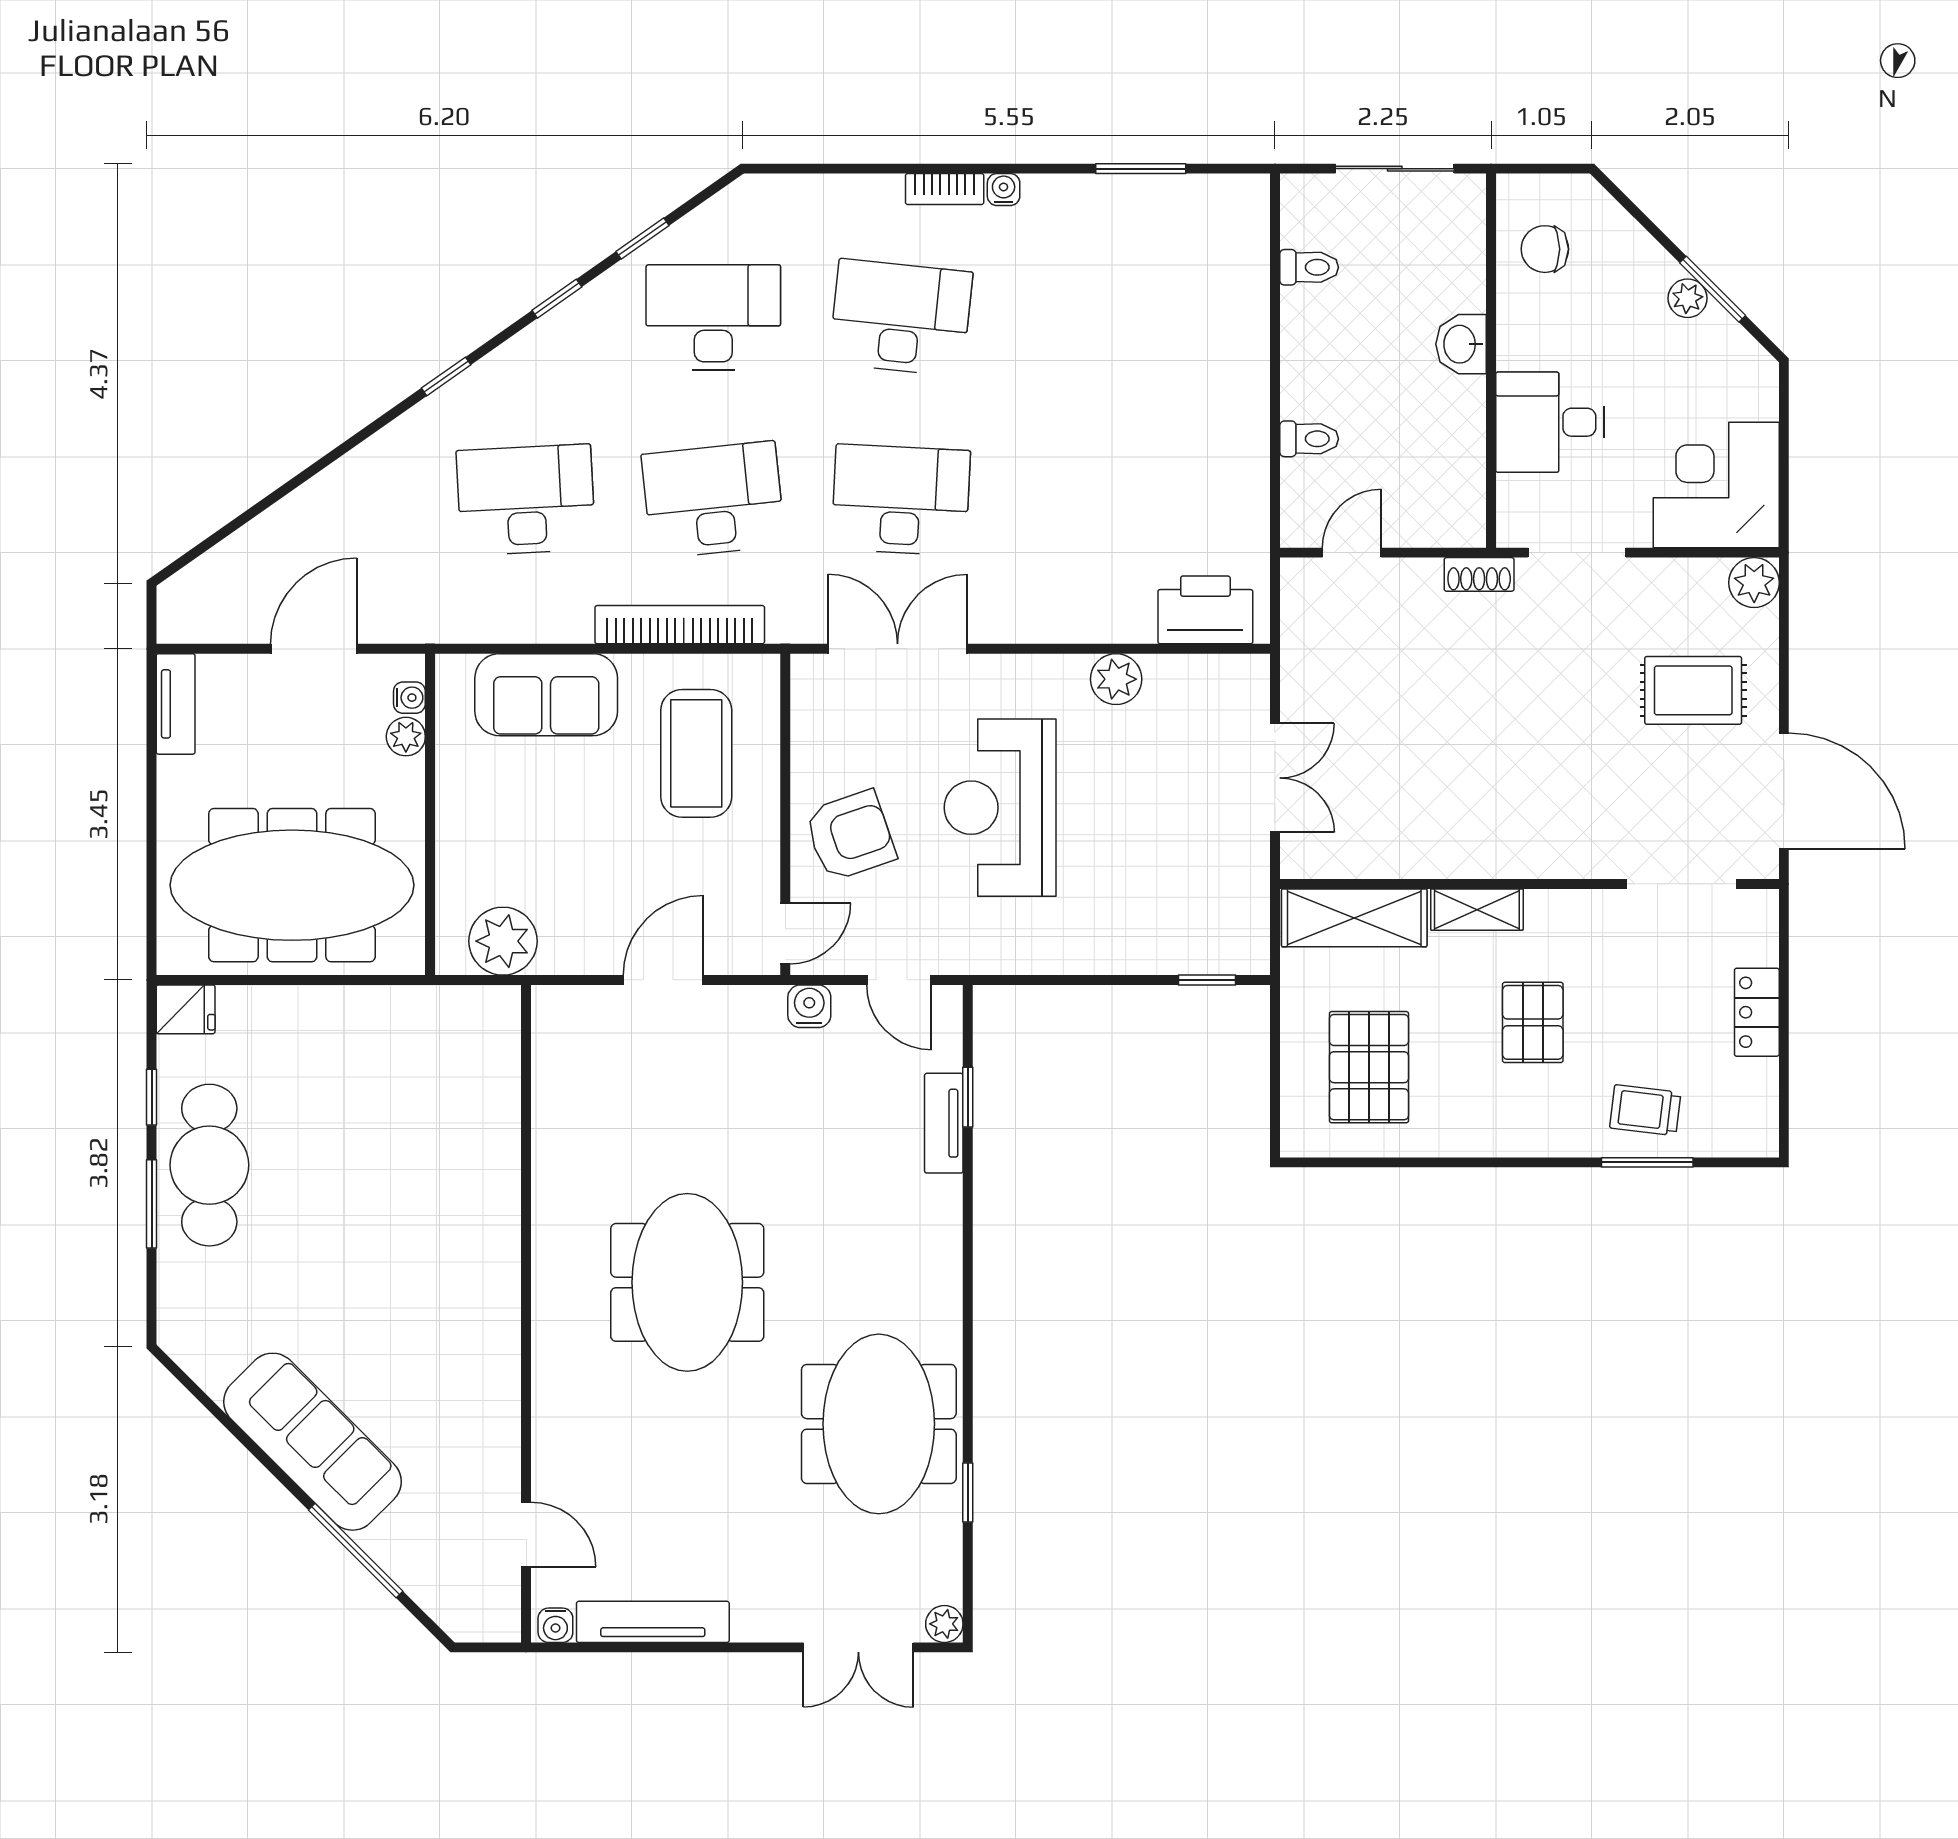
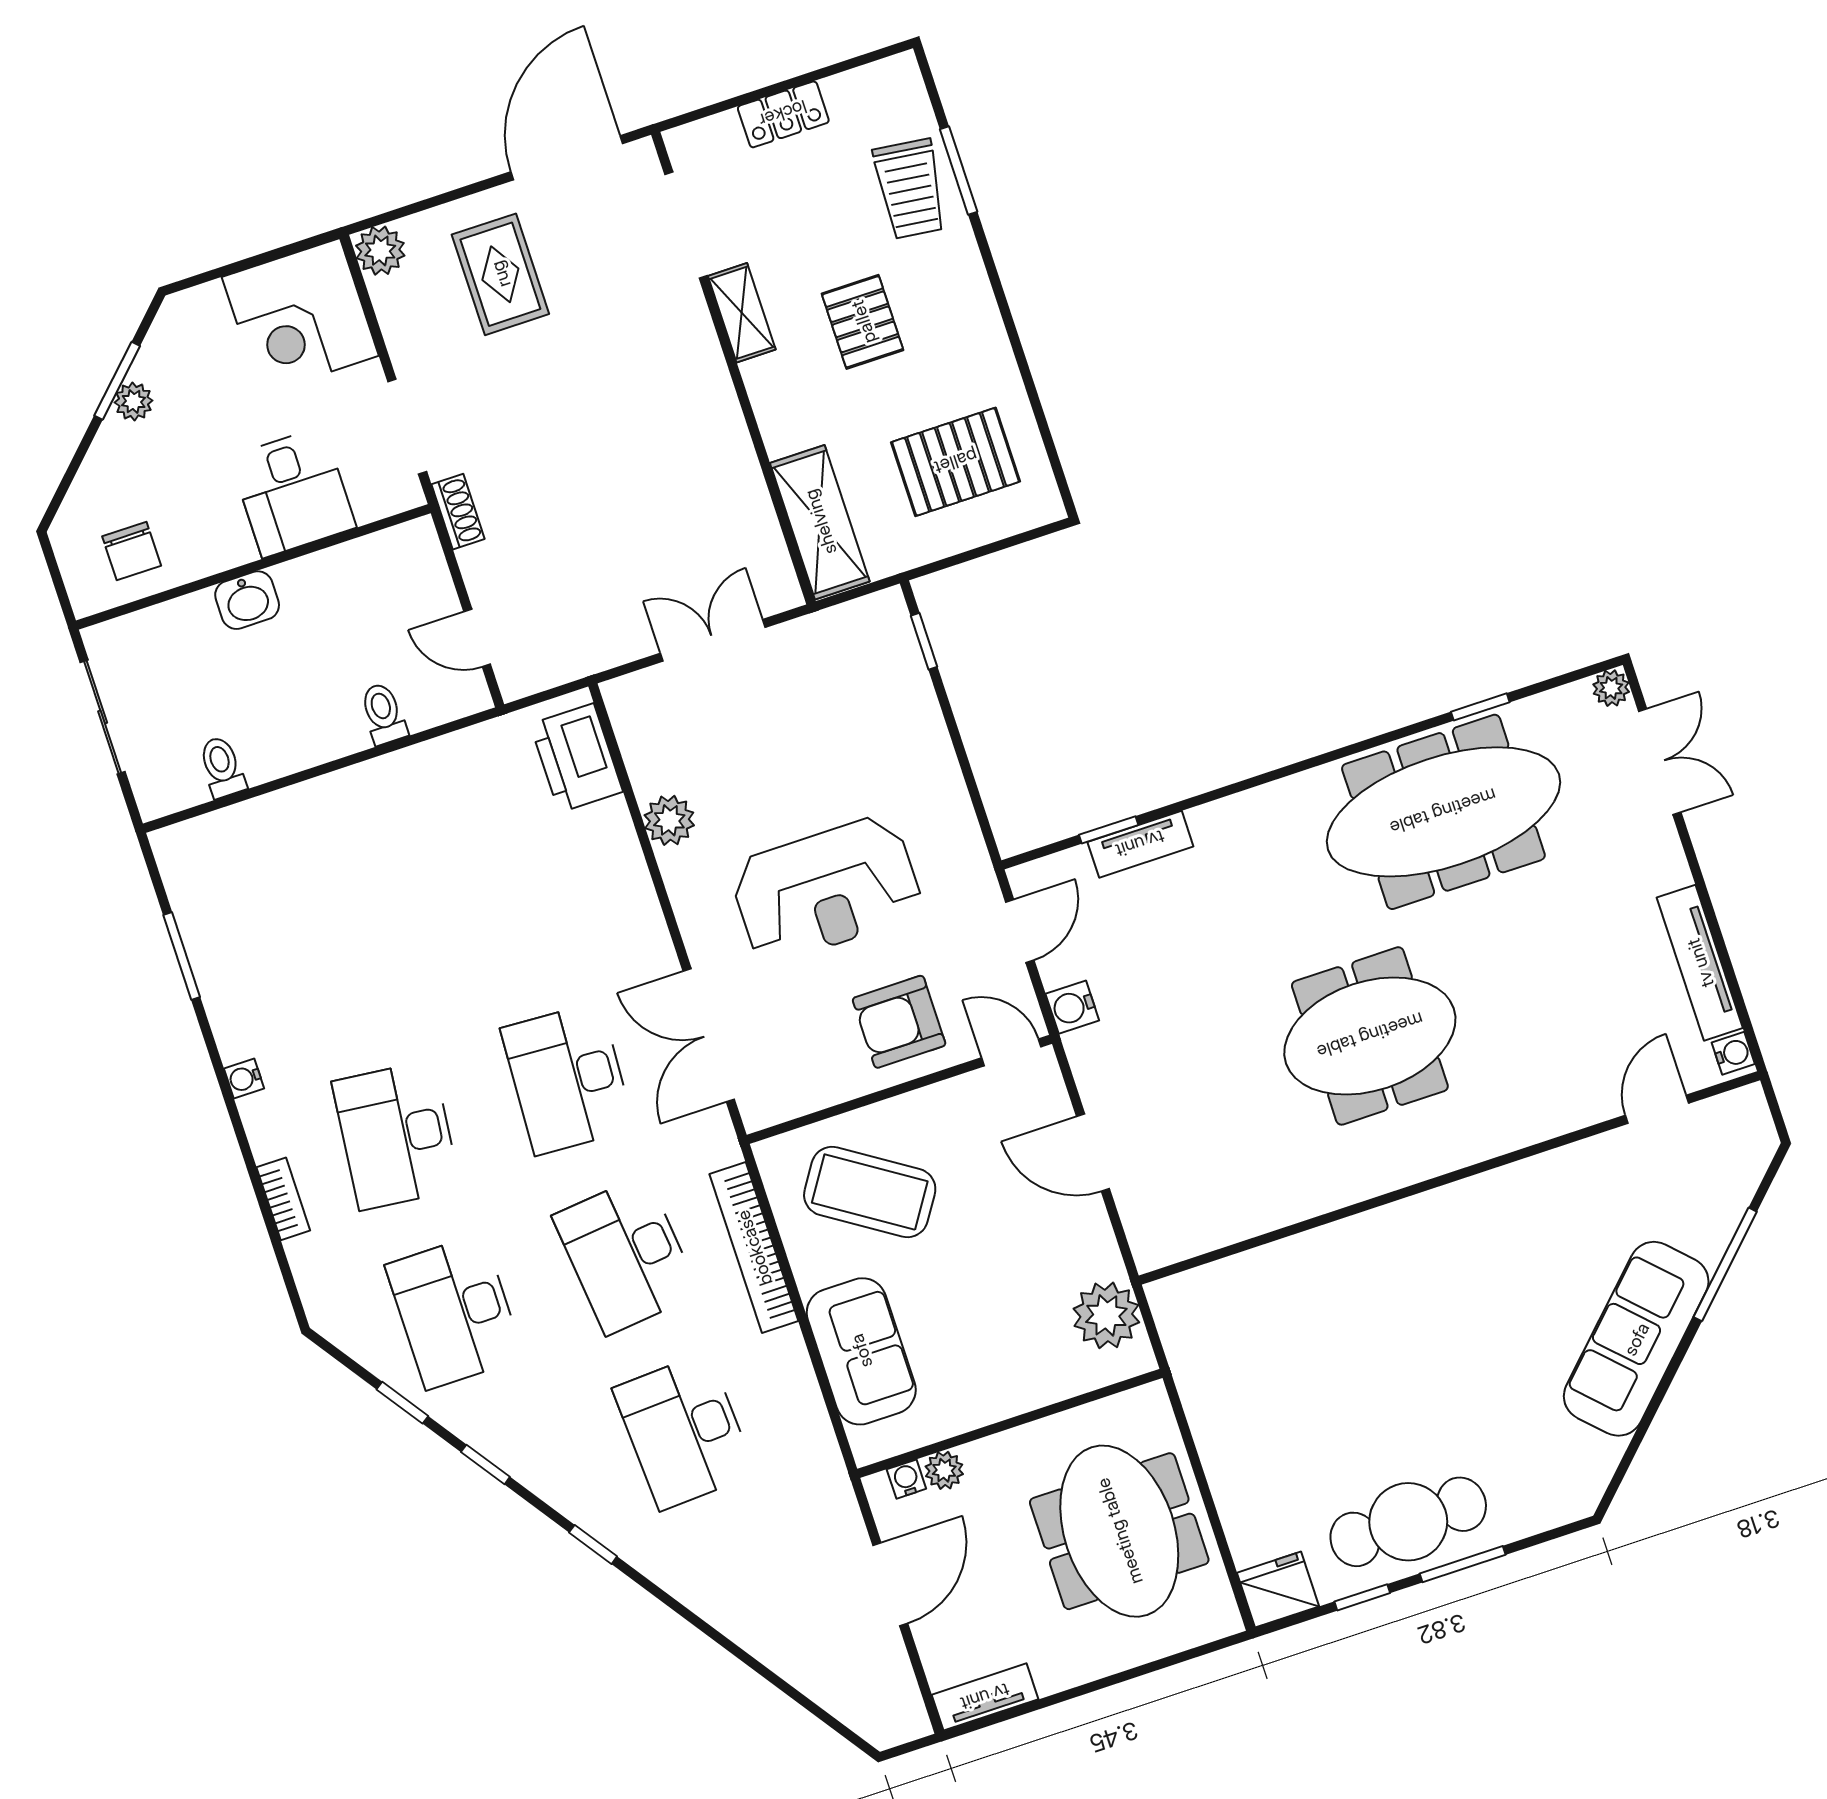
bookcase: (945, 189) -> (283, 1199), moved
door: (314, 649) -> (890, 1584), swing flipped
coffee table: (696, 753) -> (870, 1192), turned 33
armchair: (850, 836) -> (899, 1022), turned -71
meeting table: (292, 885) -> (1119, 1531), width x0.73
shelving: (1477, 910) -> (742, 313), moved
fridge: (186, 1009) -> (1278, 1590), width x1.38
pallet: (1533, 1022) -> (863, 322), turned 90
trolley: (1645, 1110) -> (910, 189), width x1.36, depth x1.39
meeting table: (879, 1424) -> (1443, 812), width x1.36

